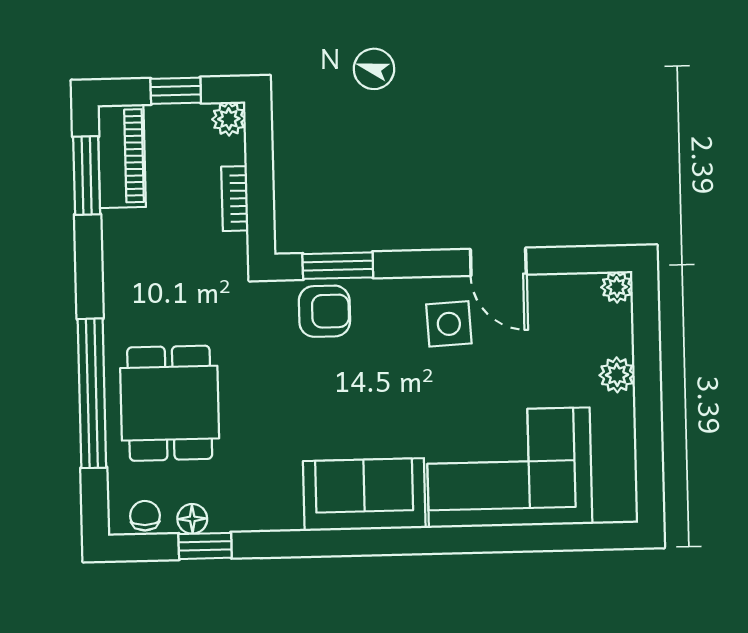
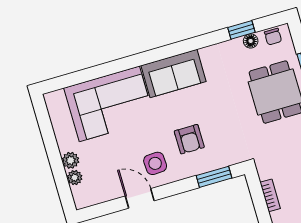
plant: (617, 287) -> (75, 178), moved
armchair: (324, 311) -> (189, 139), moved, turned -90

